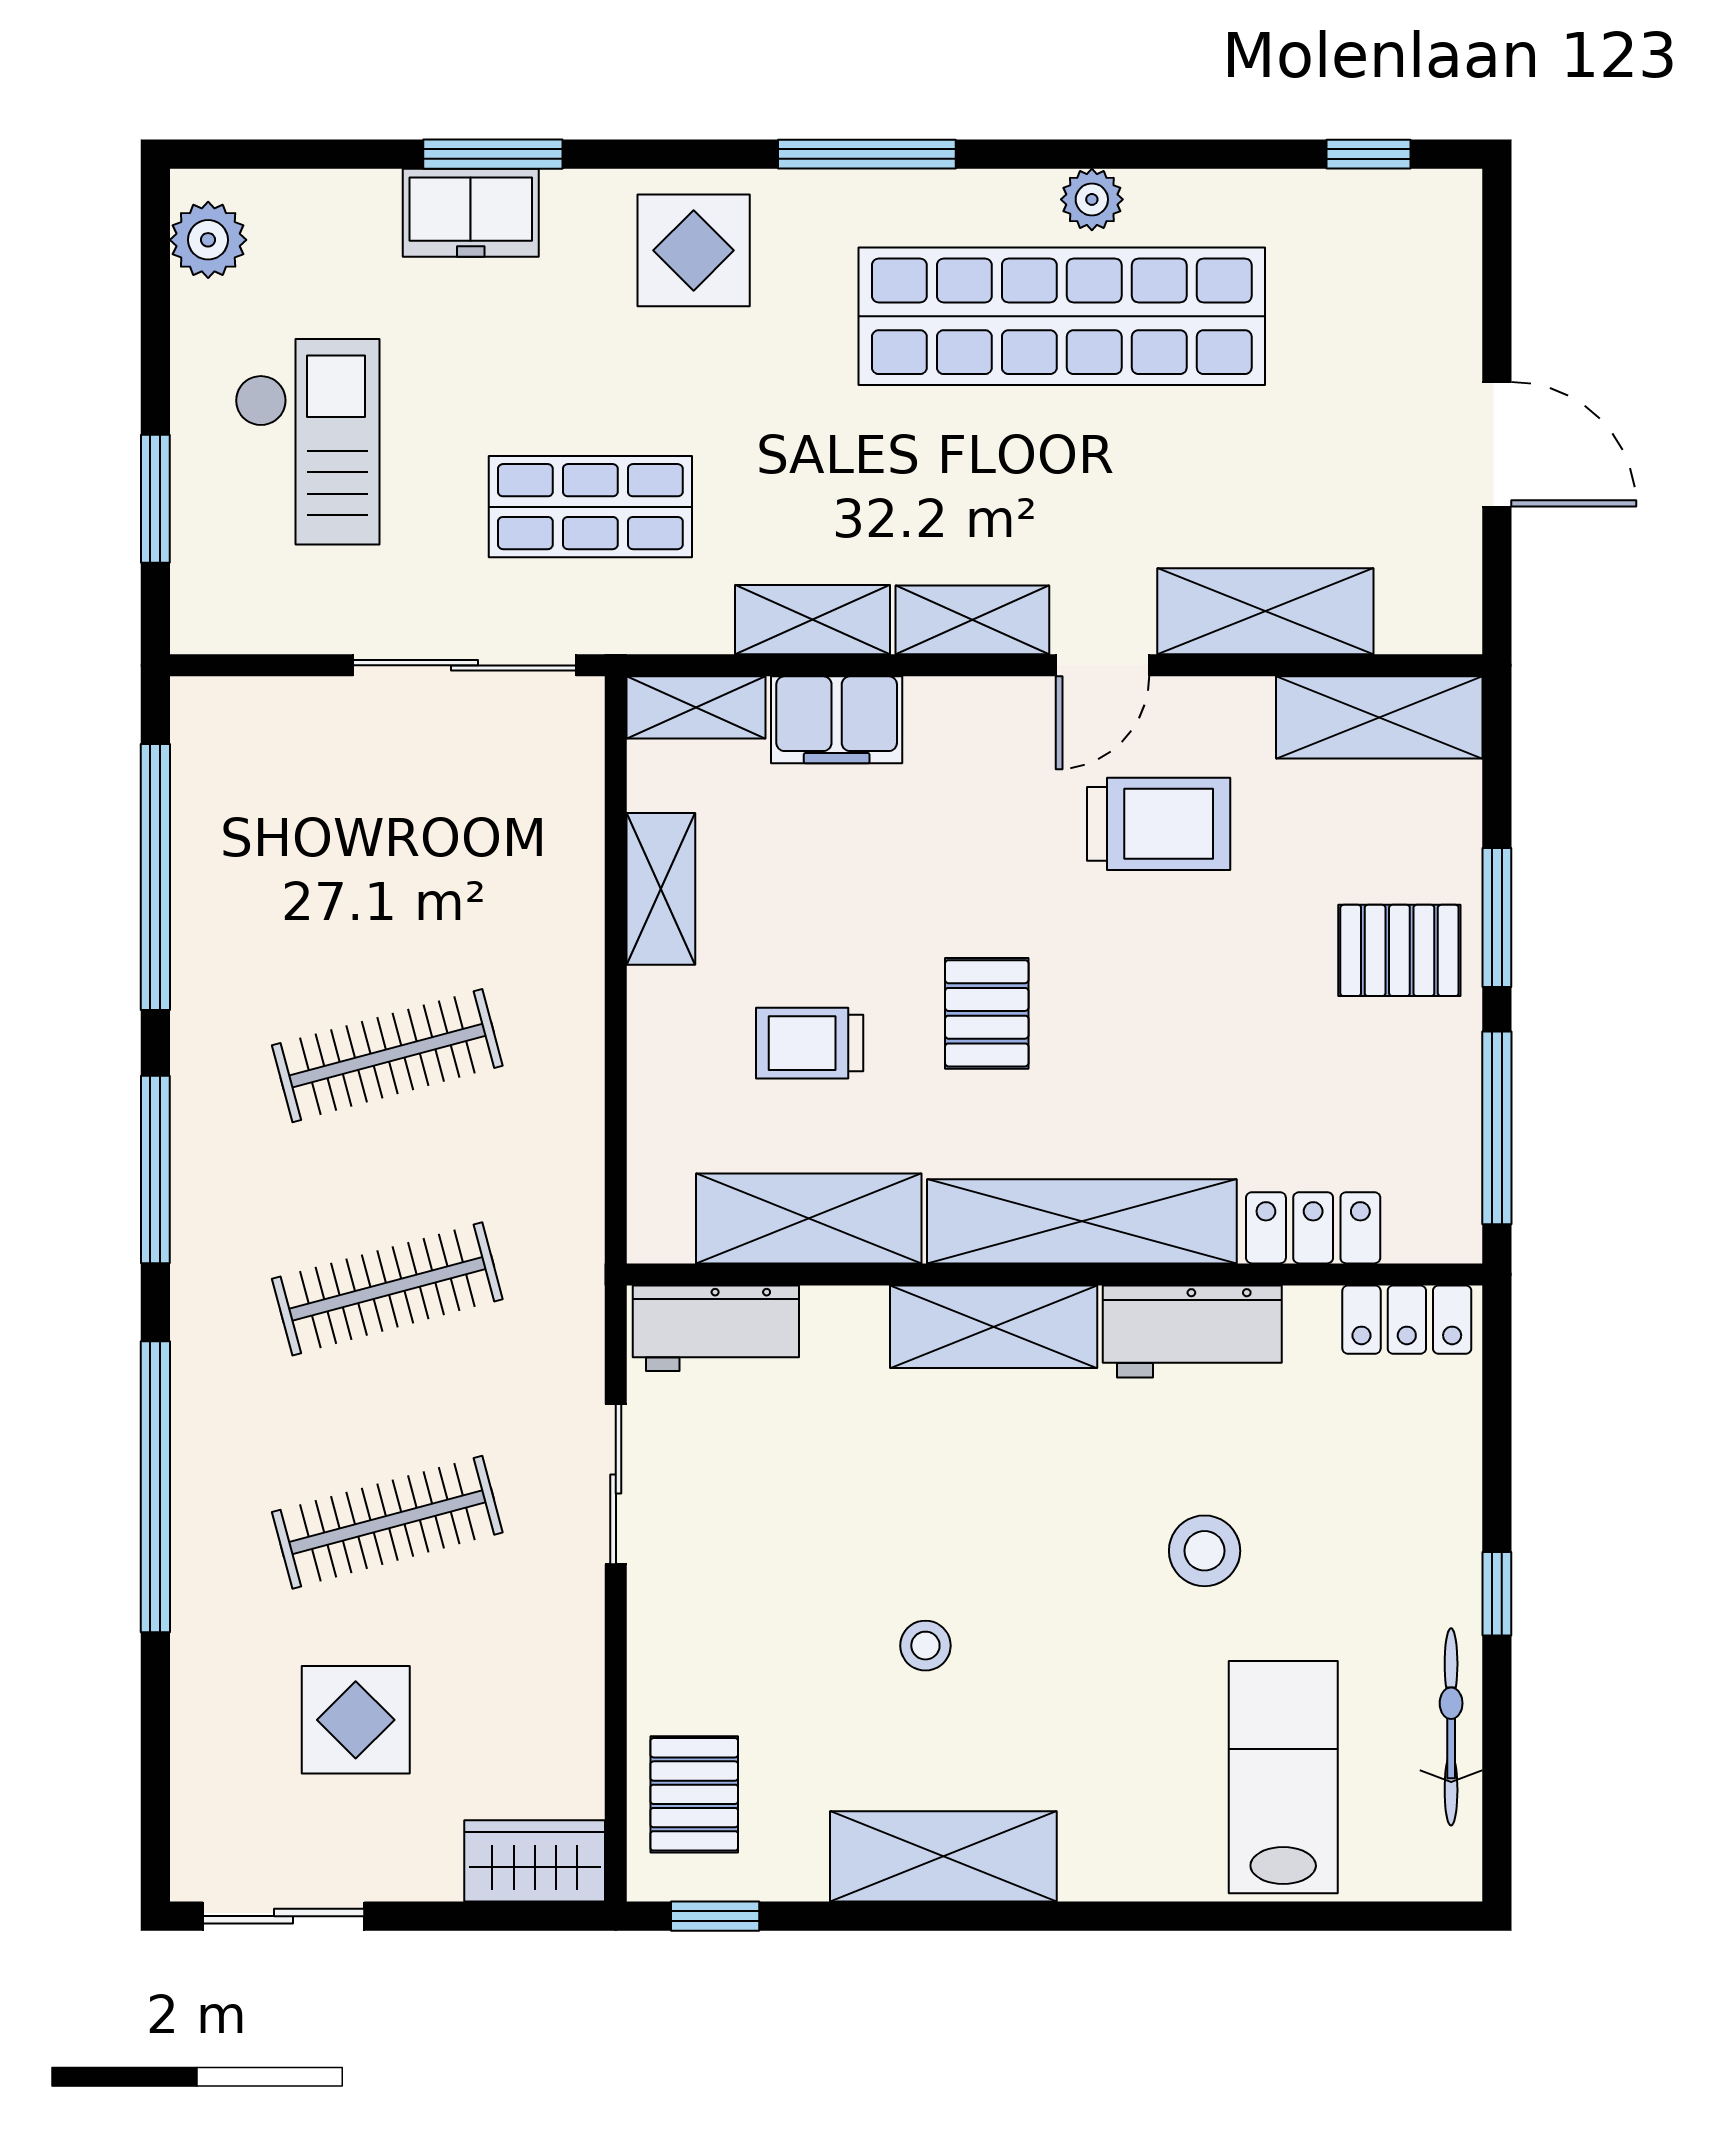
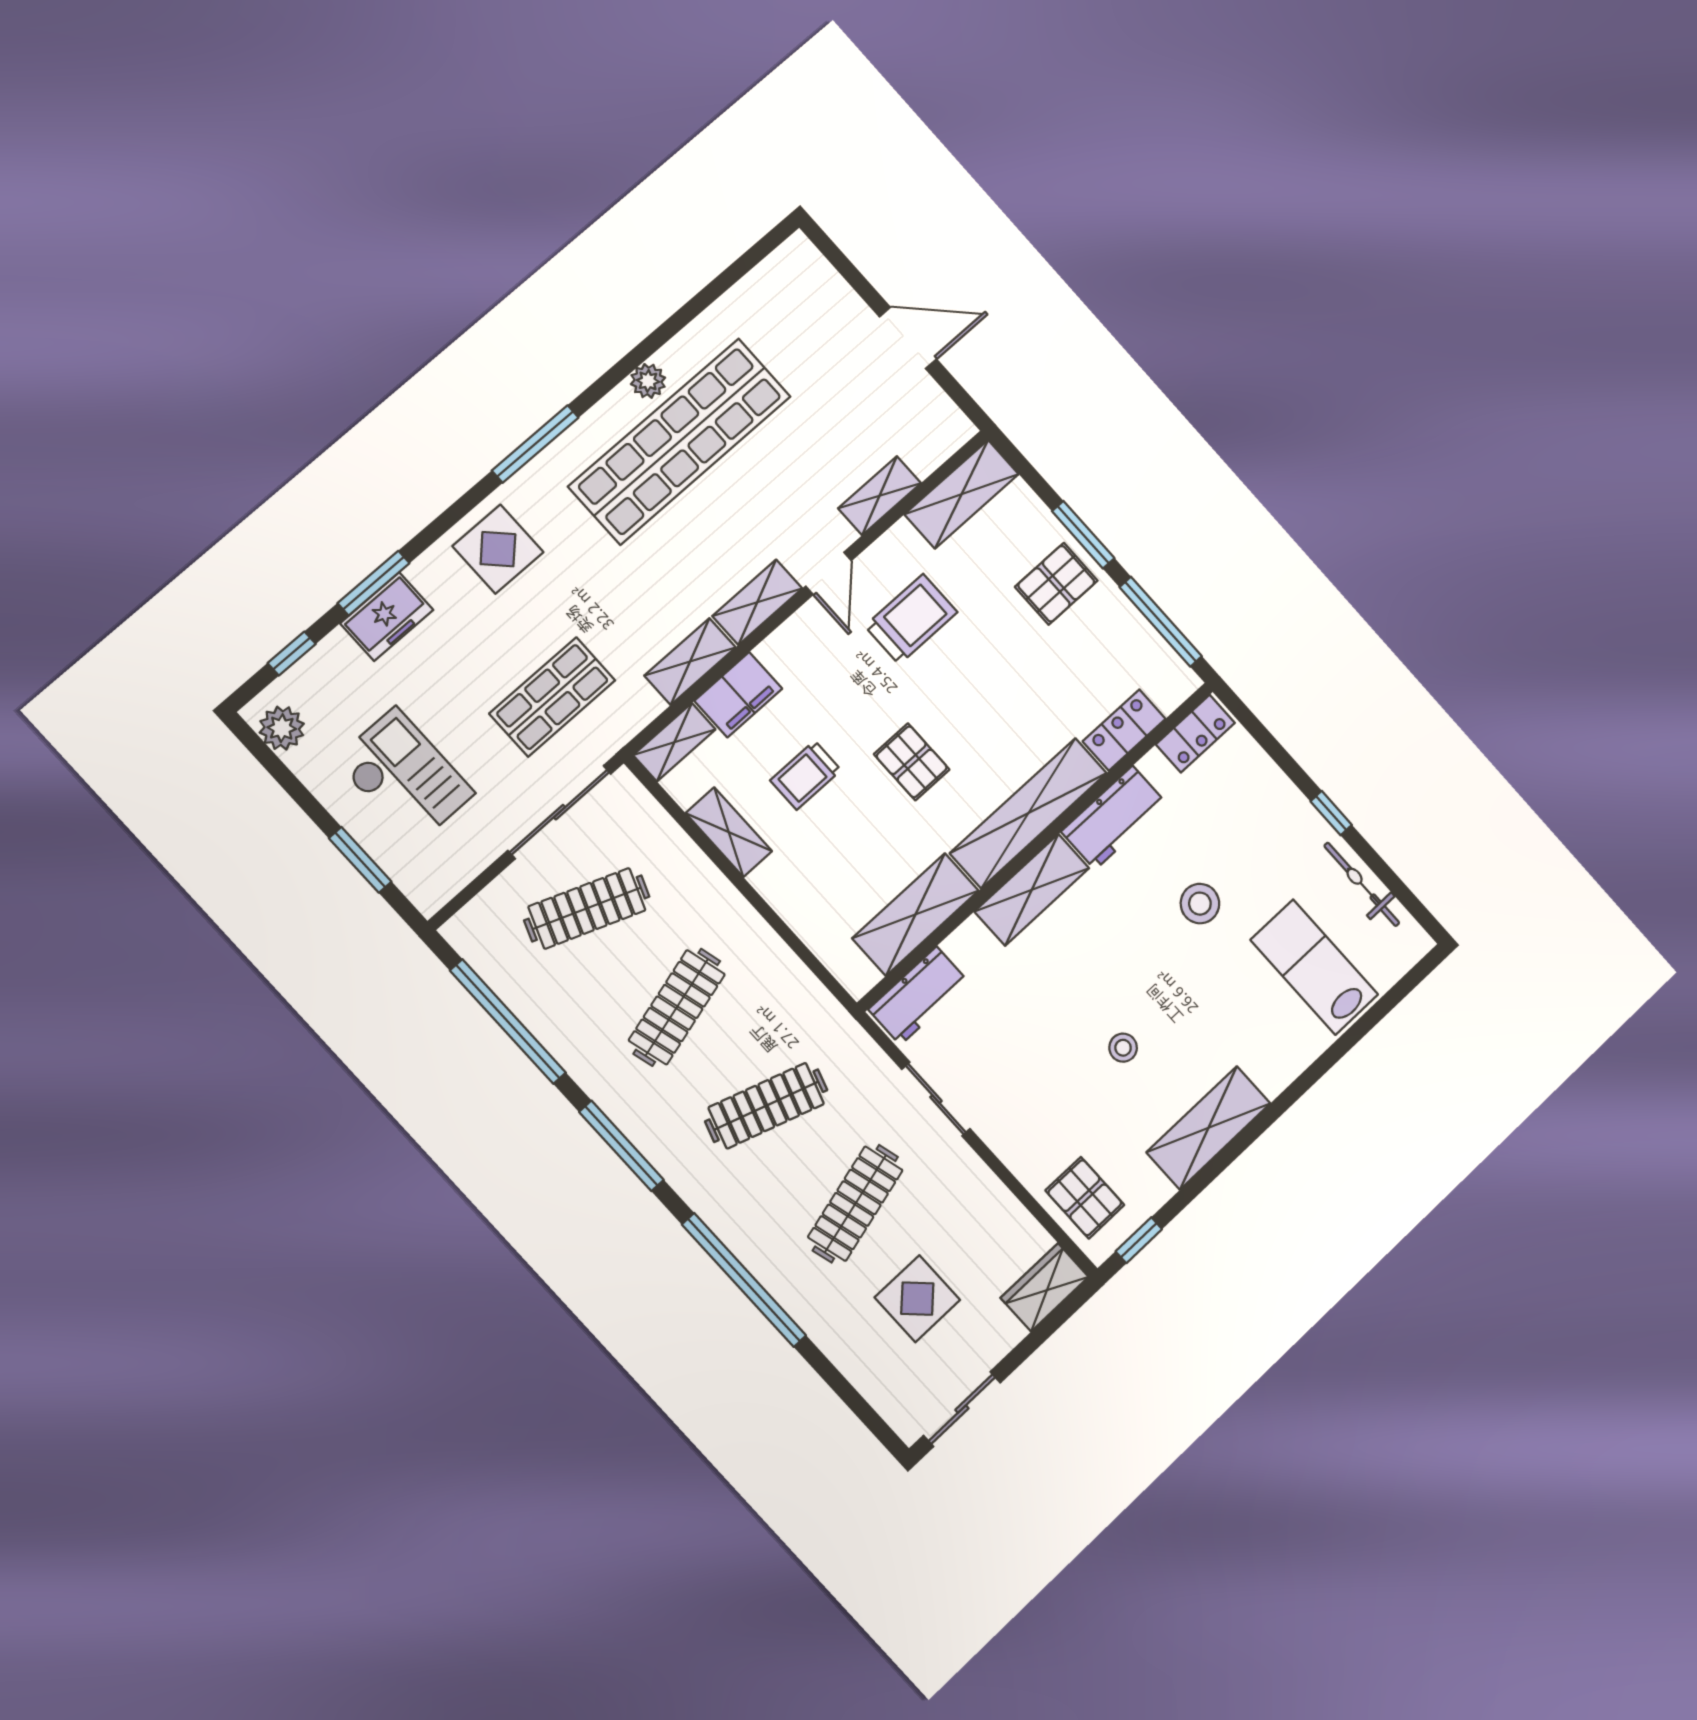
window: (1368, 154) -> (292, 654), moved
shelving: (1265, 611) -> (880, 496), width x0.67, depth x0.75
clothes rail: (387, 822) -> (587, 908), added
trolley: (810, 1043) -> (806, 775), moved
clothes rail: (387, 1289) -> (766, 1106), turned 33

